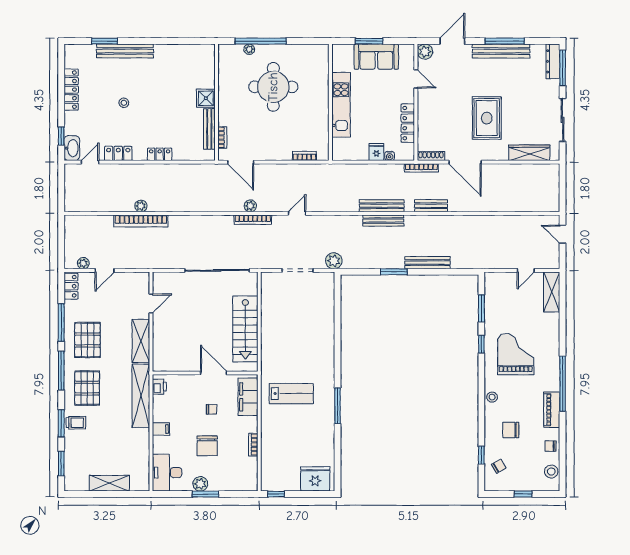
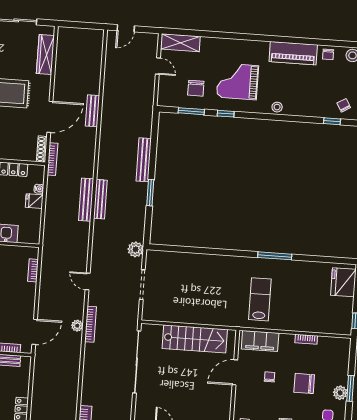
bench: (431, 206) -> (92, 111), moved
window: (563, 384) -> (269, 39), removed
piano: (552, 410) -> (293, 53), width x1.37, depth x1.33
chair: (511, 430) -> (196, 88), moved
chair: (207, 446) -> (304, 383), turned 180

